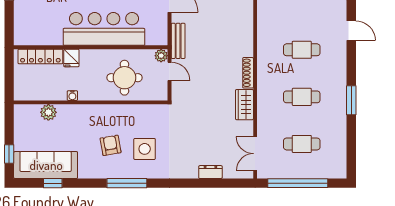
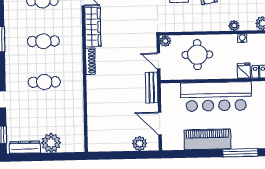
plant: (161, 56) -> (165, 41), moved
wardrobe: (244, 105) -> (93, 27), width x1.50
plant: (82, 110) -> (234, 26), added

